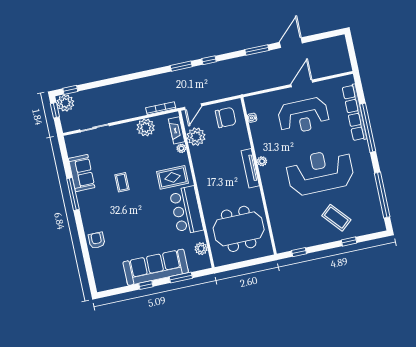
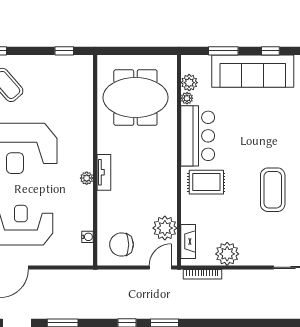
plant: (181, 148) -> (187, 98), moved
tv unit: (250, 168) -> (104, 172), width x0.71
coffee table: (122, 182) -> (273, 190), width x1.86, depth x1.72

